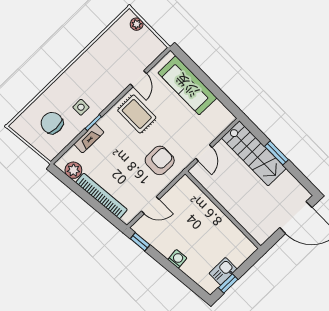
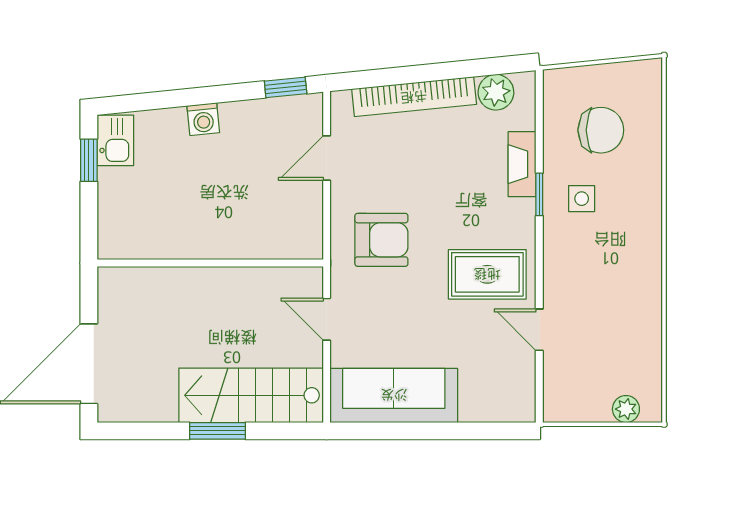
sofa: (187, 85) -> (394, 395), moved
armchair: (160, 160) -> (381, 240), turned -90
kitchen sink: (223, 271) -> (115, 140), moved

